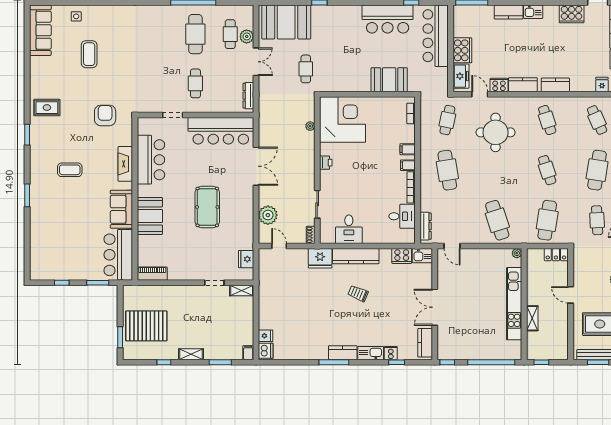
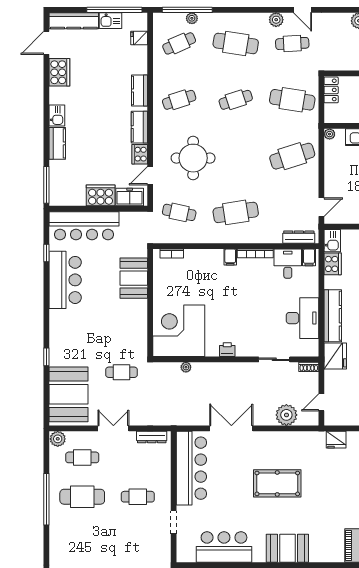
plant: (247, 36) -> (58, 439), moved
filing cabinet: (408, 149) -> (309, 257), moved
desk: (349, 229) -> (302, 318), width x1.37

